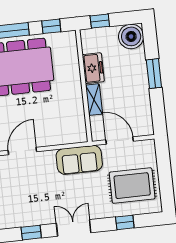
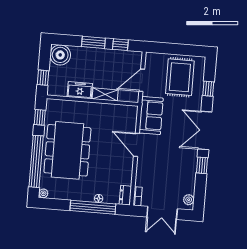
window: (157, 106) -> (120, 45), added
door: (22, 151) -> (136, 145), moved
double door: (74, 228) -> (205, 131), width x1.37

